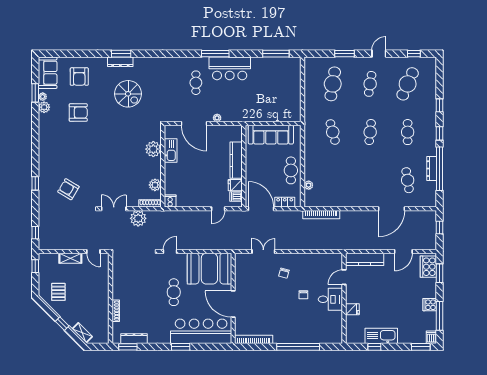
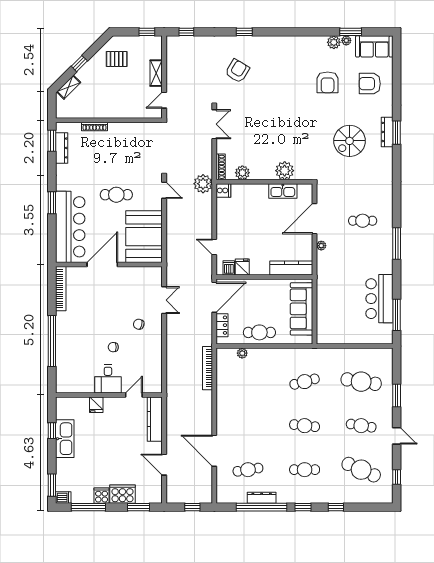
bar counter: (230, 68) -> (379, 299), moved
kitchen counter: (236, 160) -> (291, 268), moved
plant: (138, 218) -> (203, 184), moved
cooker: (428, 267) -> (122, 494), moved
door: (344, 277) -> (134, 395), hinge flipped

